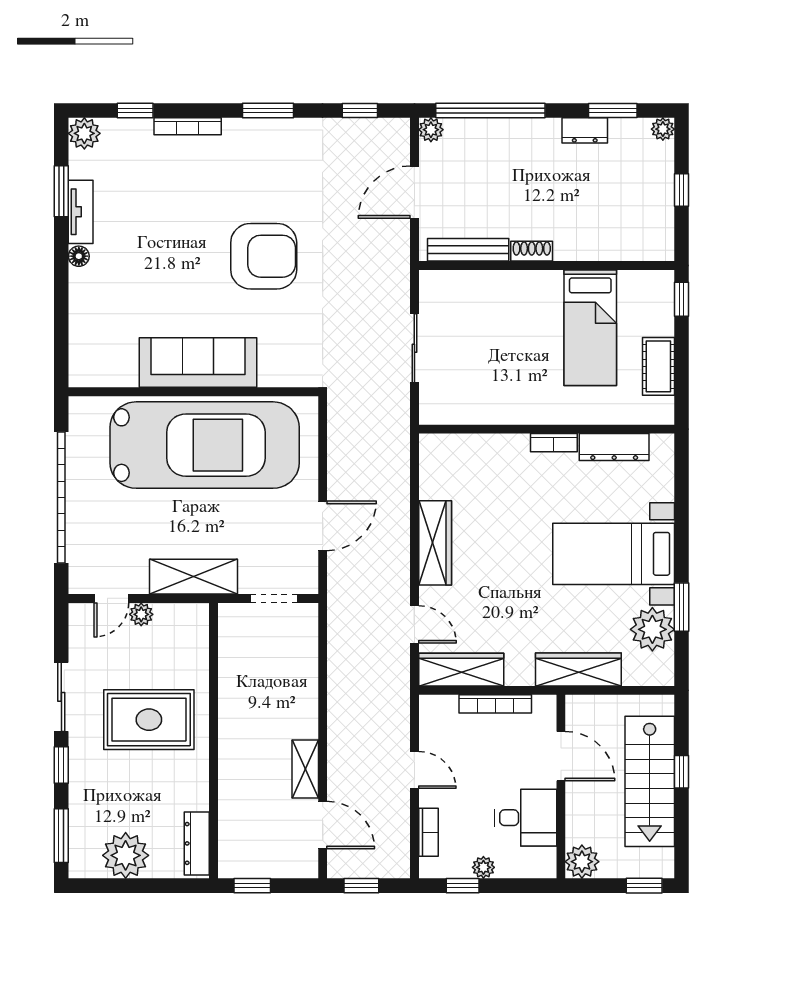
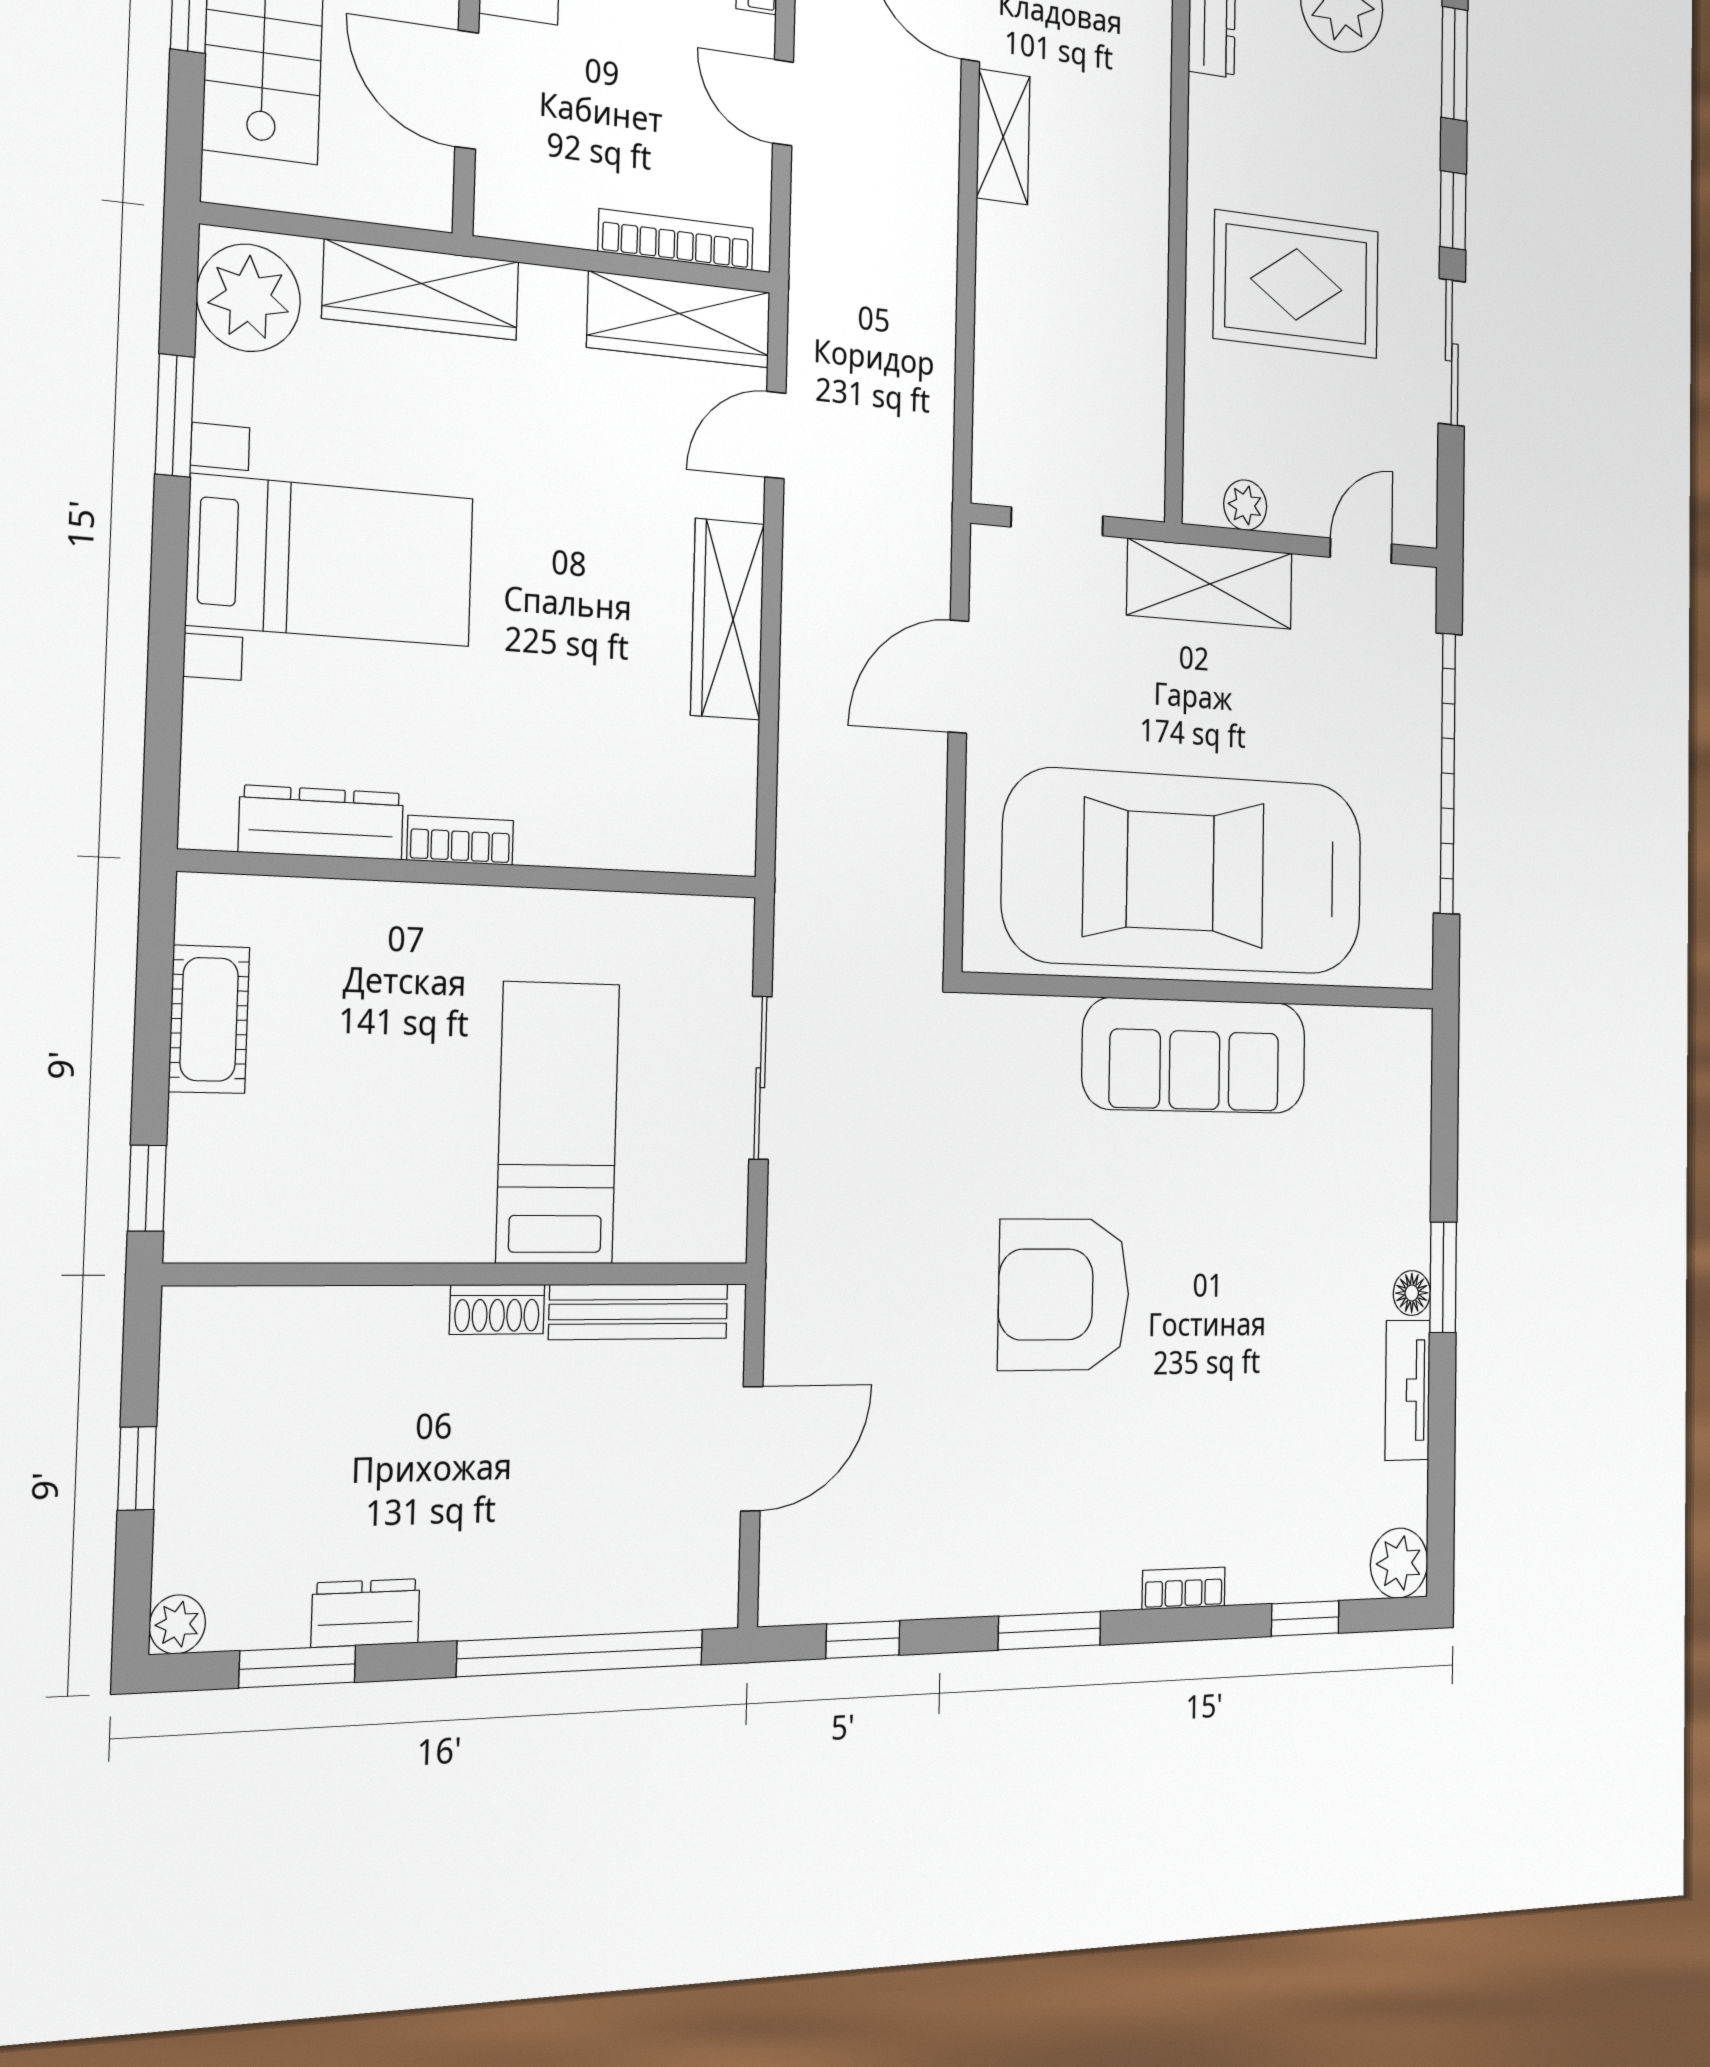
bookcase: (188, 126) -> (1184, 1588), width x0.64
plant: (431, 130) -> (713, 1600), removed
window: (61, 191) -> (1443, 1277), moved
bed: (590, 328) -> (558, 1123), moved
plant: (141, 614) -> (1245, 505), moved
door: (414, 624) -> (775, 435), hinge flipped
plant: (652, 629) -> (249, 298), moved
bookcase: (495, 704) -> (676, 240), moved

